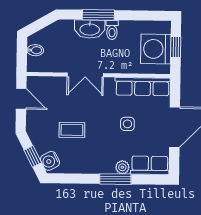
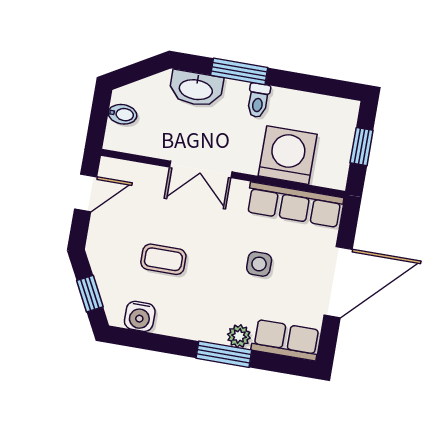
washbasin: (90, 29) -> (196, 89), moved
washing machine: (156, 49) -> (288, 155), moved, turned 90
door: (21, 99) -> (86, 193), hinge flipped
water cooler: (50, 161) -> (140, 316), moved, turned -63

